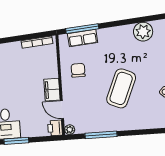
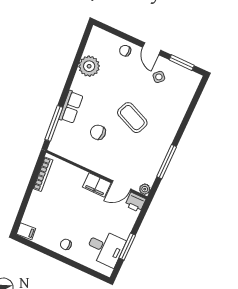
row of seats: (83, 38) -> (71, 107), moved
chair: (78, 70) -> (98, 132), moved
coffee table: (121, 88) -> (132, 118), width x0.73, depth x0.76

